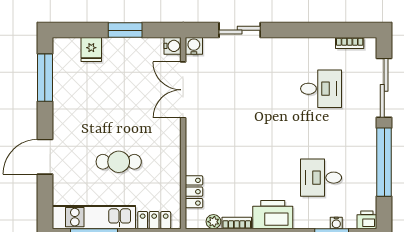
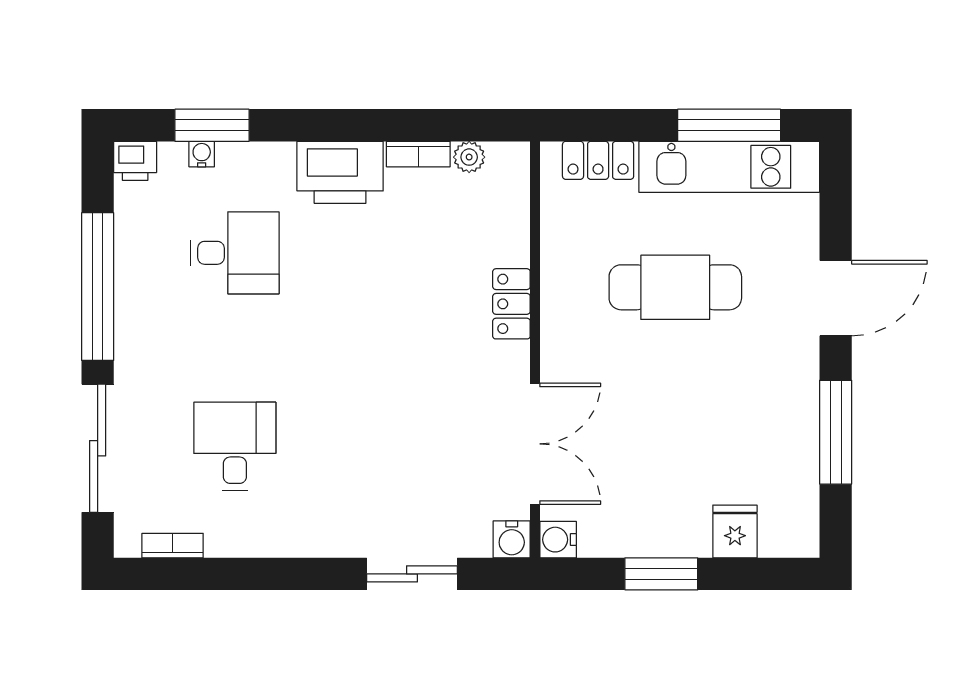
window: (45, 78) -> (836, 432), moved
desk: (321, 89) -> (235, 446), turned 90
cafe table: (119, 162) -> (675, 287), width x1.37, depth x1.35
locker: (194, 192) -> (511, 304), moved

